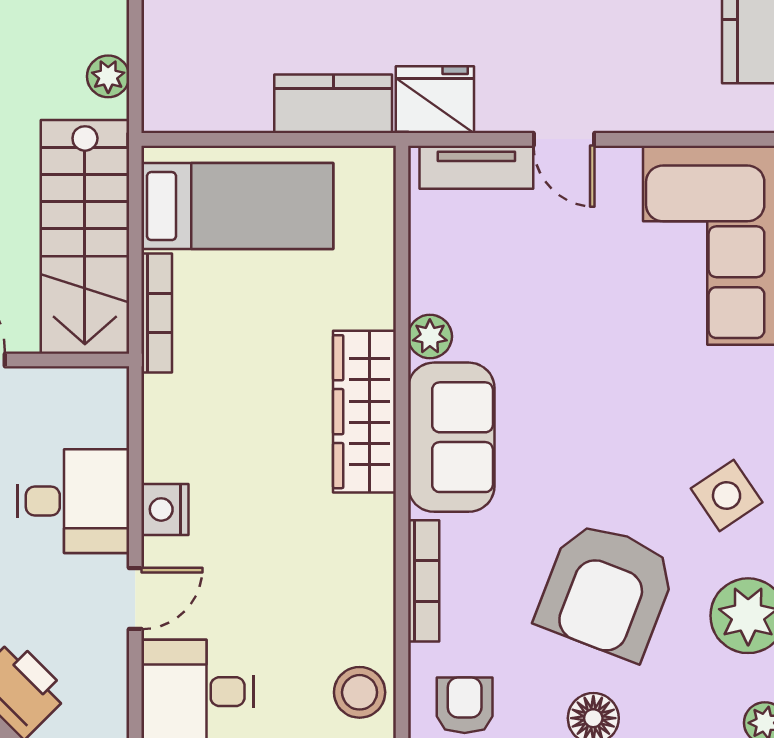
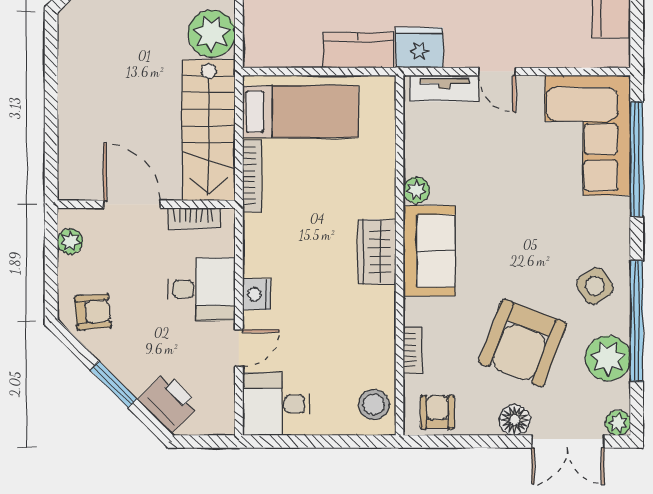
plant: (108, 76) -> (212, 34), width x1.88, depth x1.88
bookcase: (60, 383) -> (194, 218), added
wardrobe: (364, 412) -> (377, 252), width x0.67
bookcase: (424, 581) -> (413, 350), width x0.64

